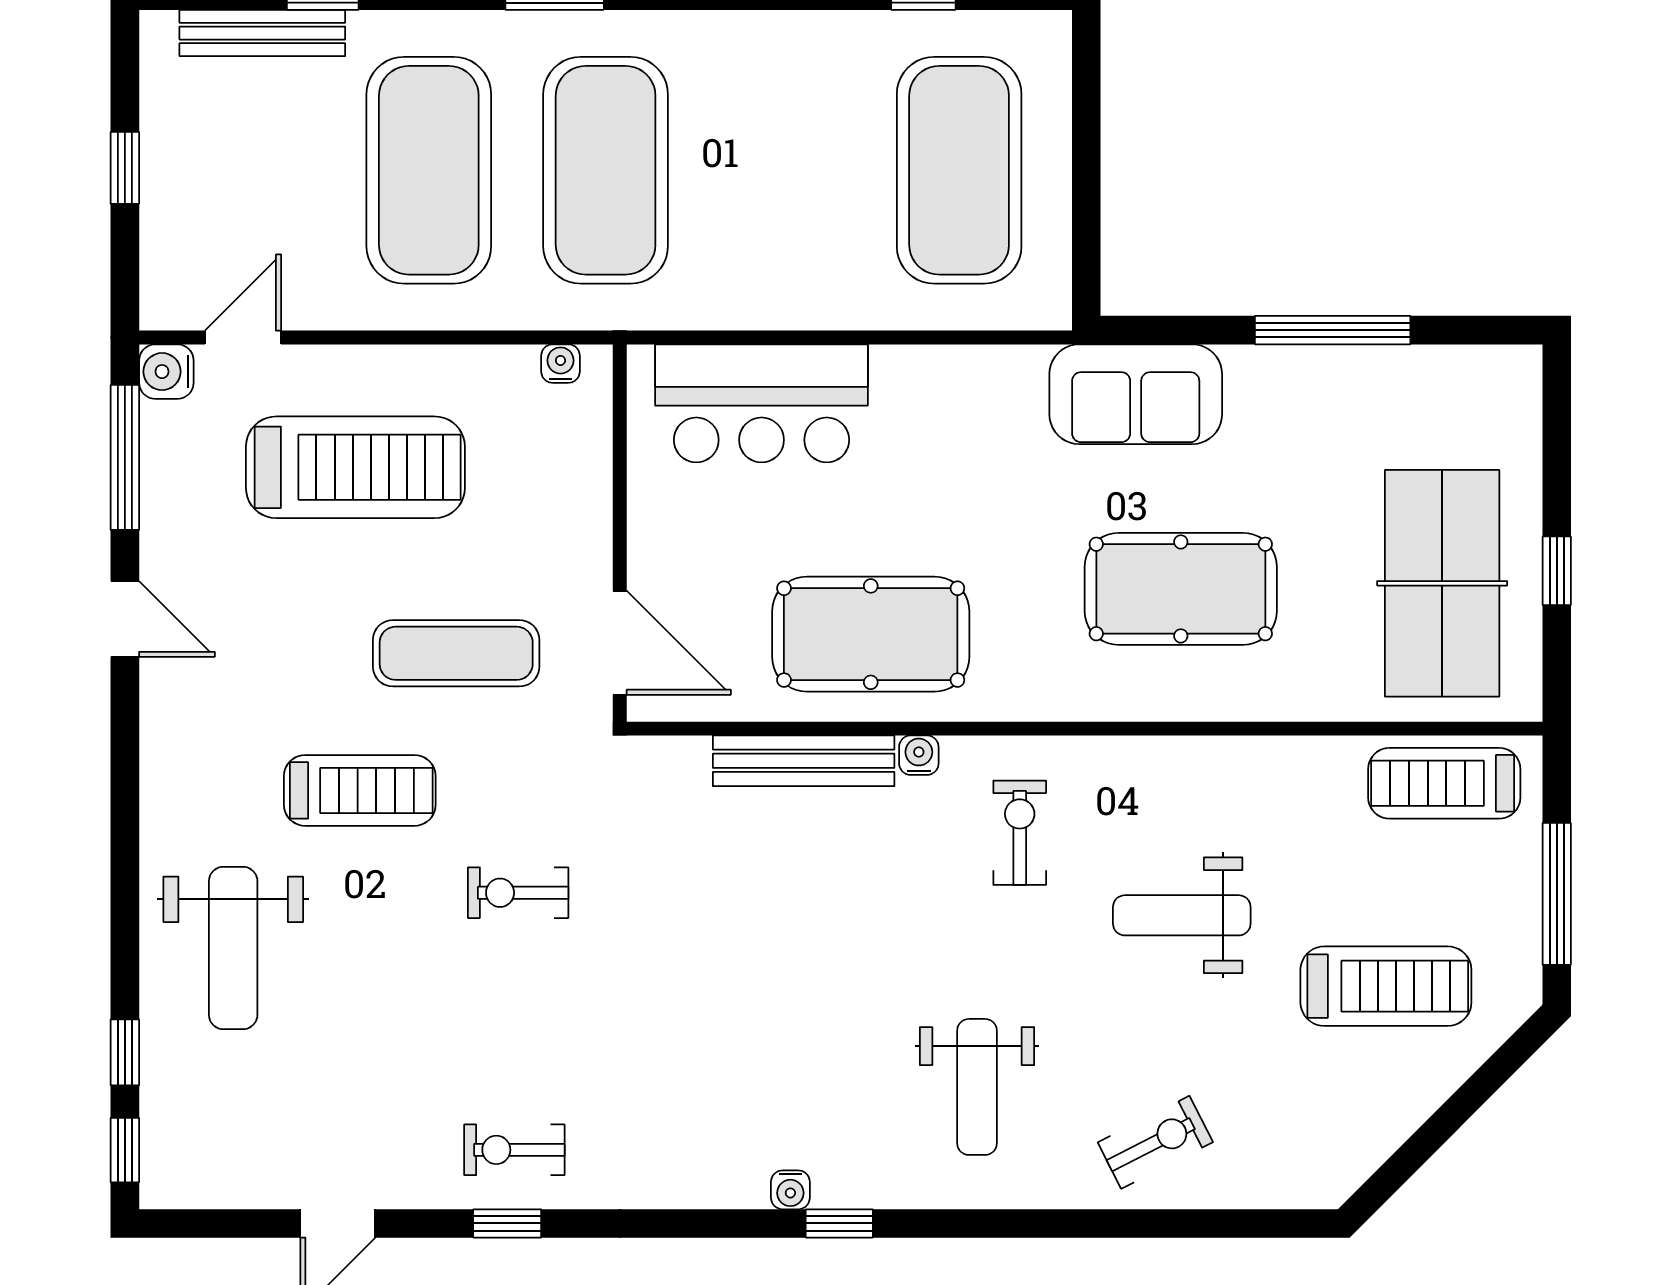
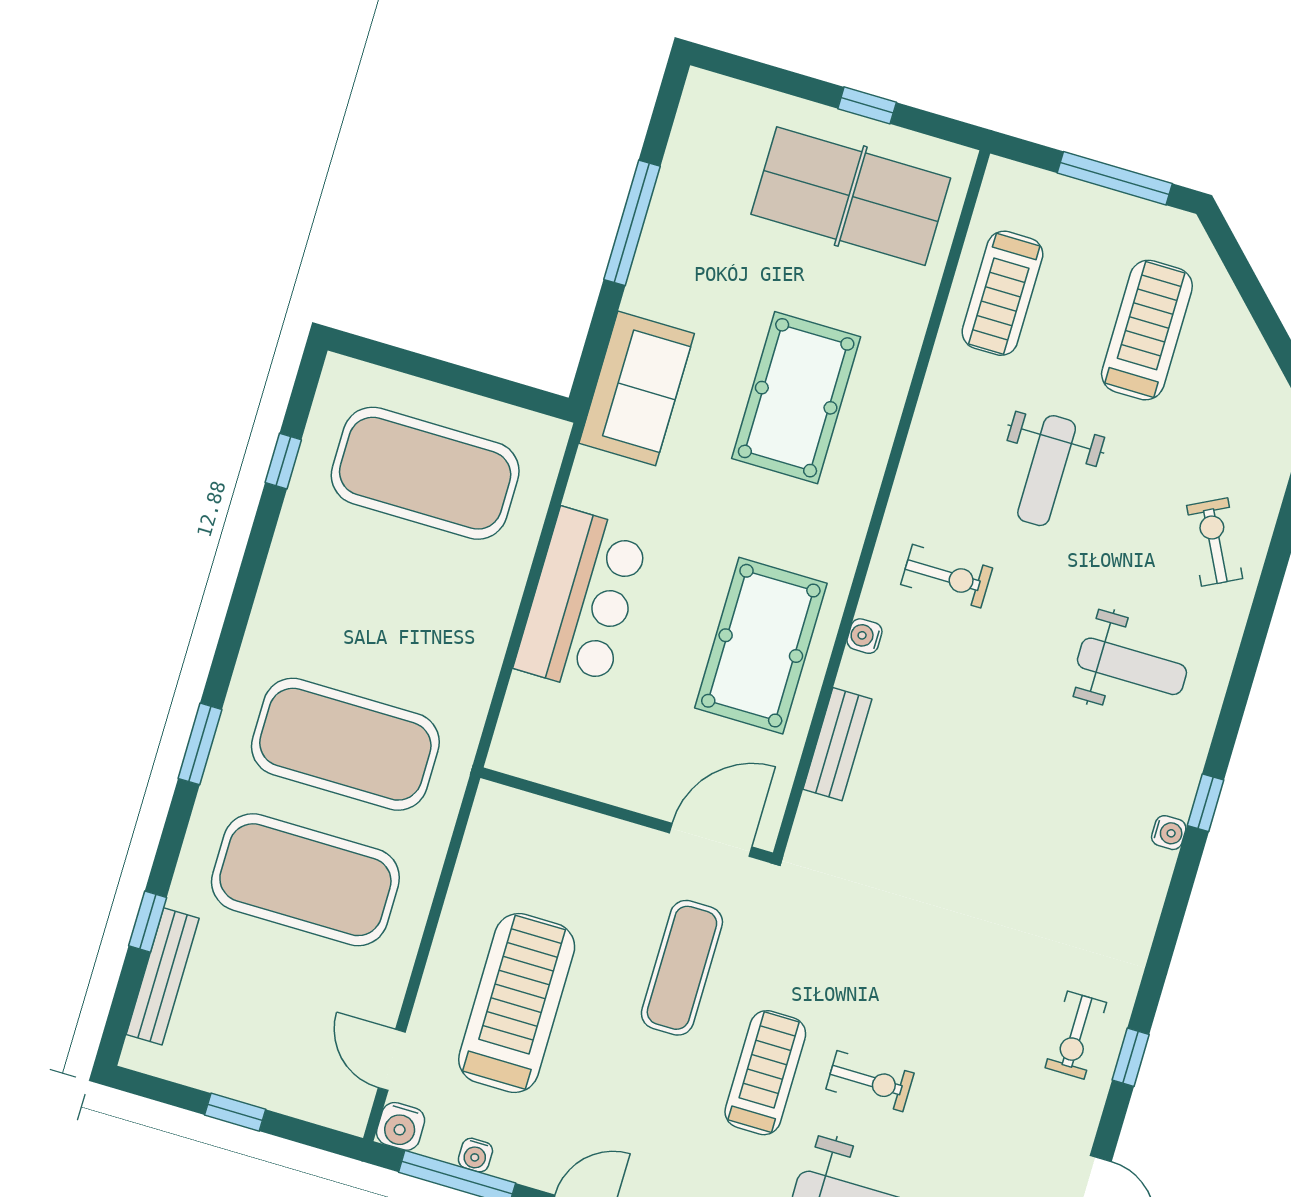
water cooler: (560, 364) -> (475, 1155), moved, turned -90
bar counter: (762, 403) -> (582, 600), moved
bench: (804, 761) -> (837, 744), width x0.73
treadmill: (1444, 783) -> (1002, 293), moved
exercise bike: (1020, 833) -> (947, 576), turned 180
exercise bike: (518, 893) -> (870, 1081), moved, turned -90

